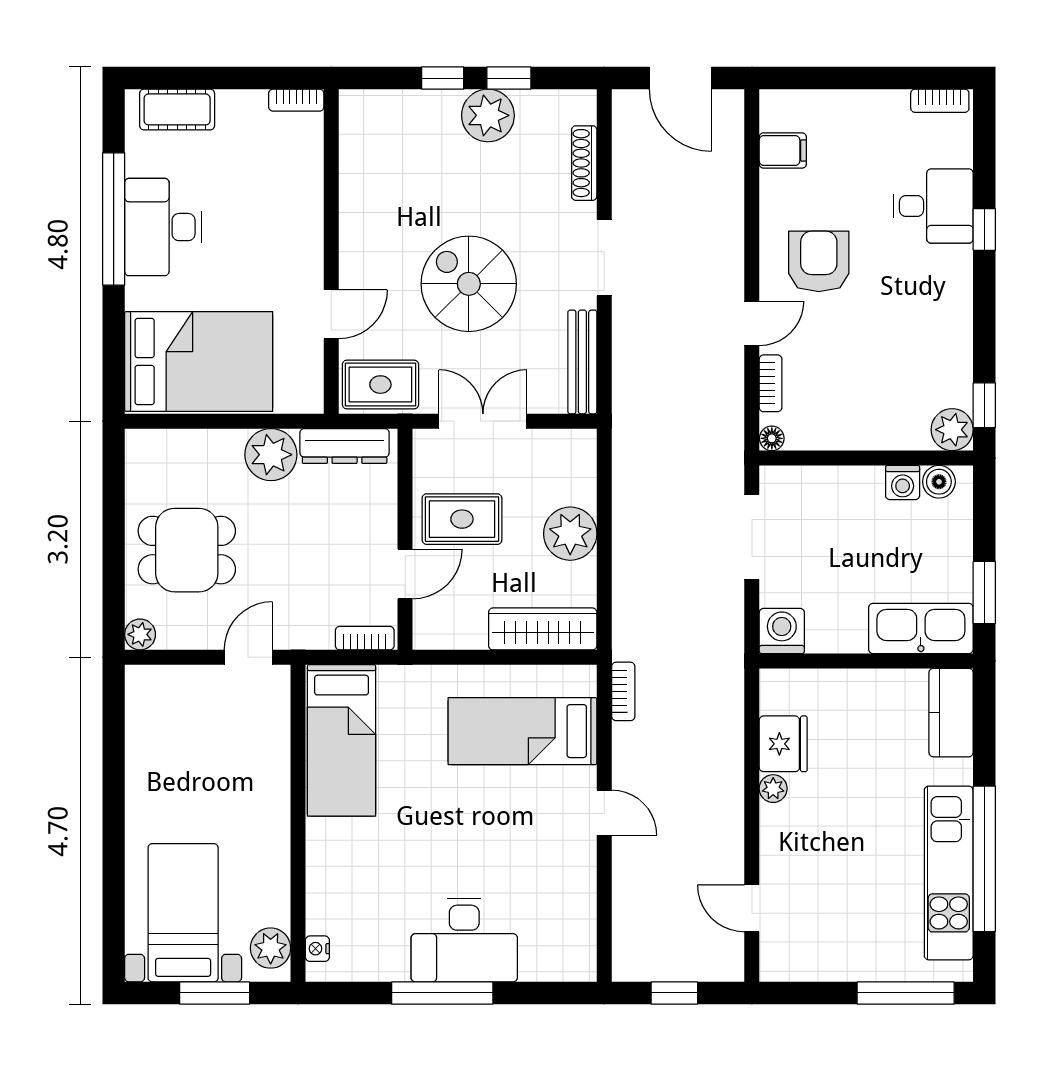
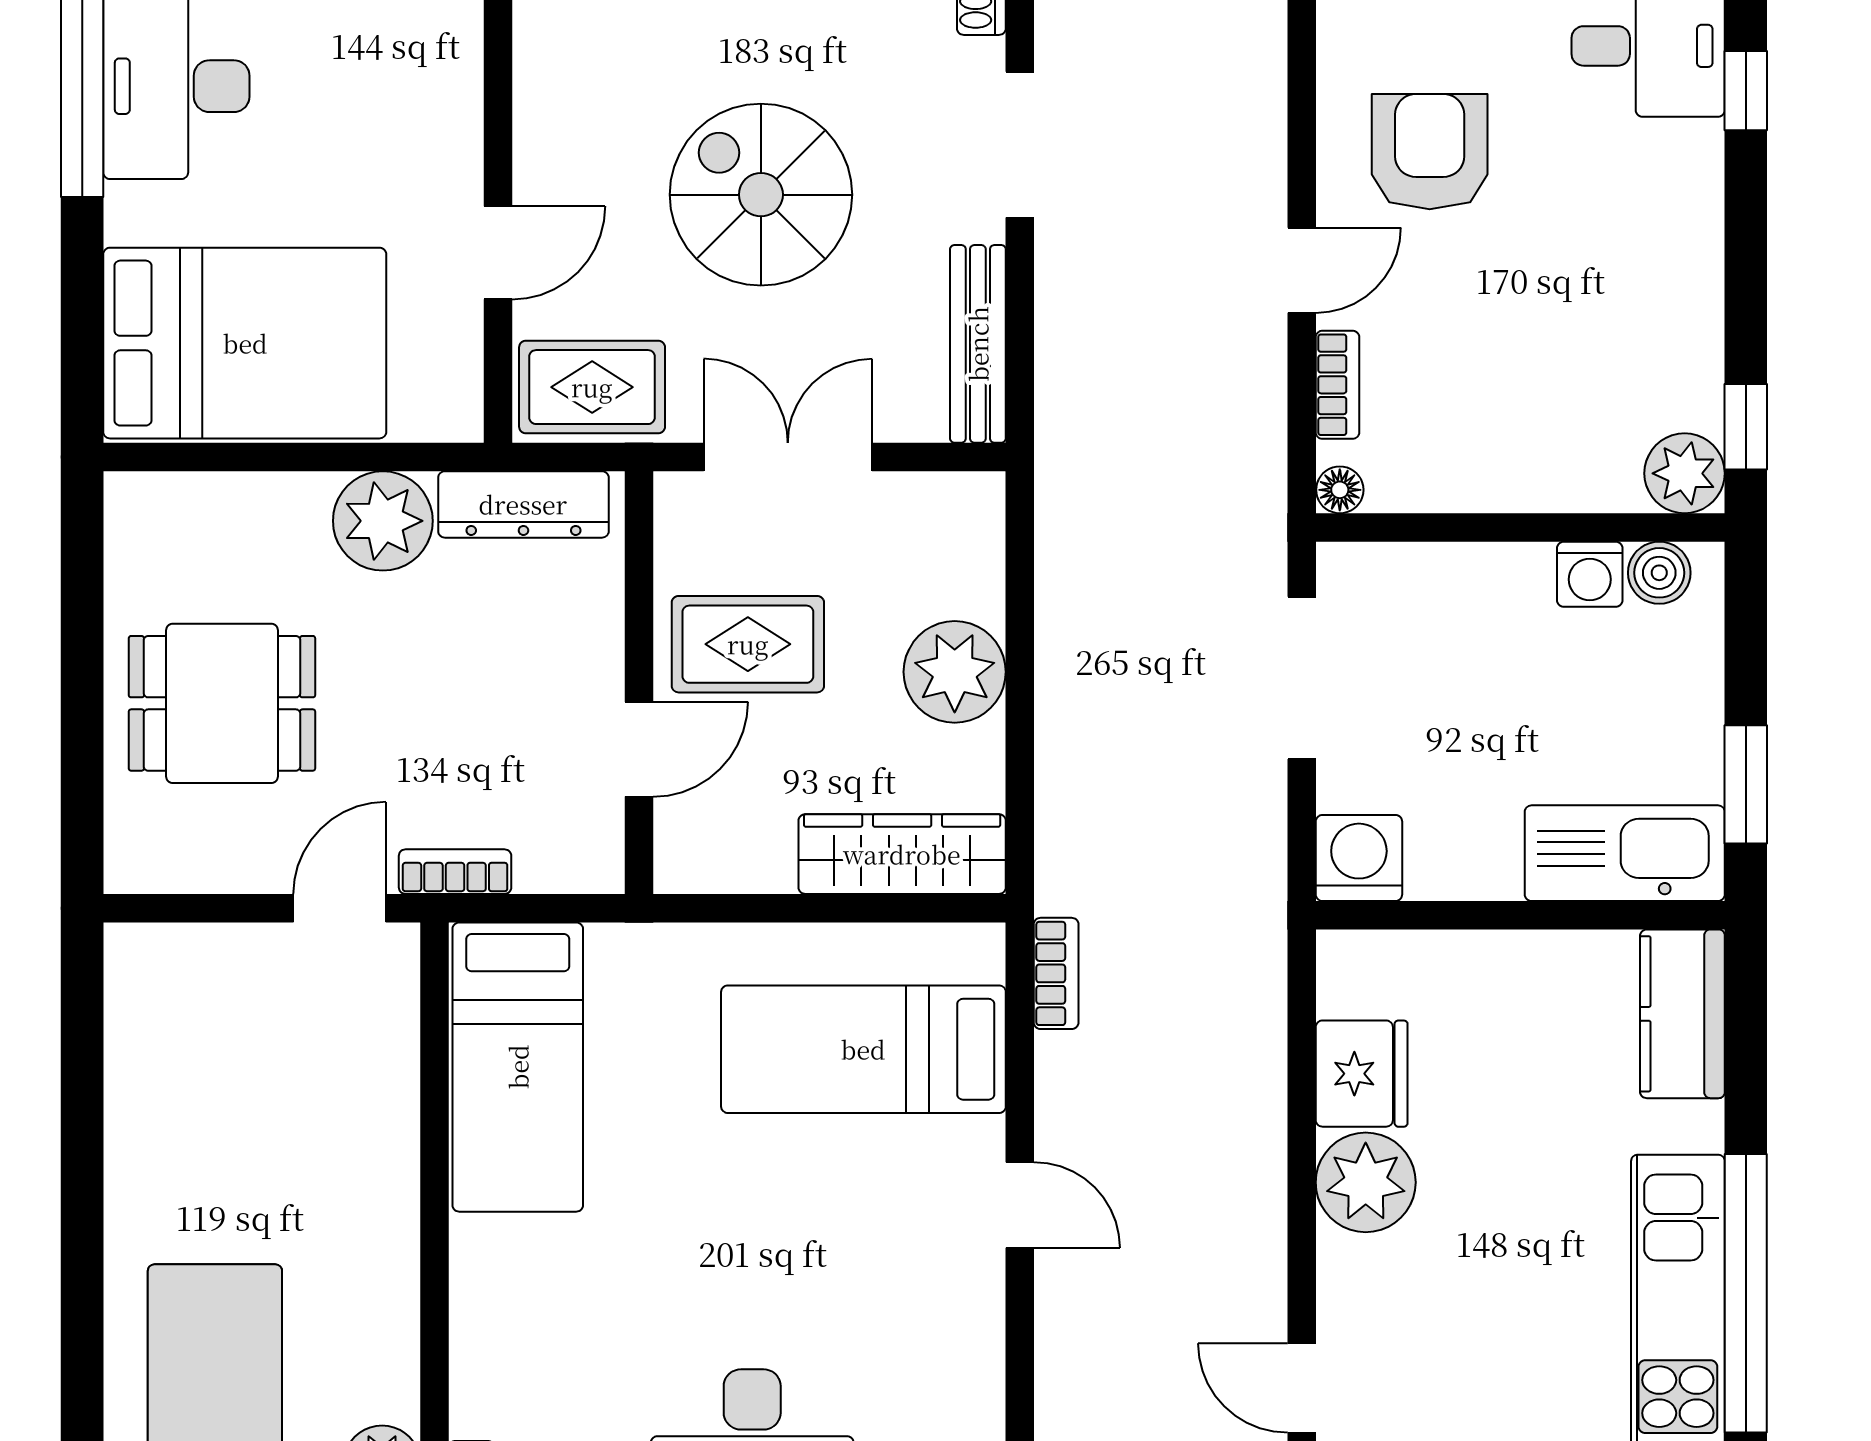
plant: (140, 634) -> (133, 865), removed
bookcase: (365, 638) -> (455, 872), moved
plant: (773, 789) -> (1366, 1182), width x1.88, depth x1.88

